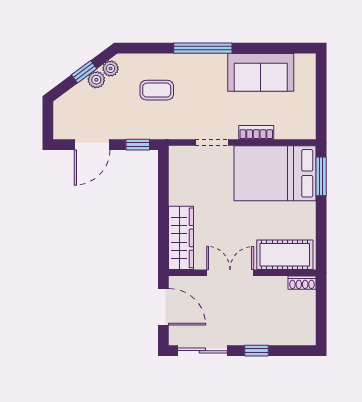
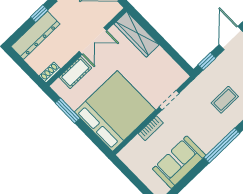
bed: (275, 173) -> (115, 111), width x1.36
window: (321, 176) -> (68, 111), moved
cot: (285, 255) -> (75, 73), width x0.73, depth x0.75
dresser: (281, 333) -> (35, 35), added

